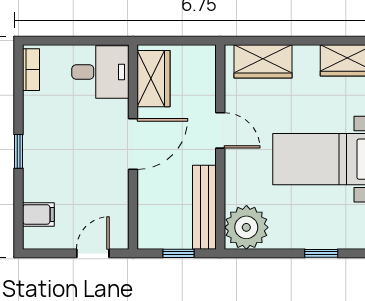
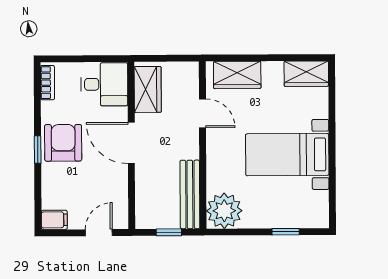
door: (220, 130) -> (202, 113), moved
armchair: (50, 143) -> (63, 143), added
door: (133, 144) -> (131, 143), swing flipped
filing cabinet: (38, 214) -> (54, 220), moved

